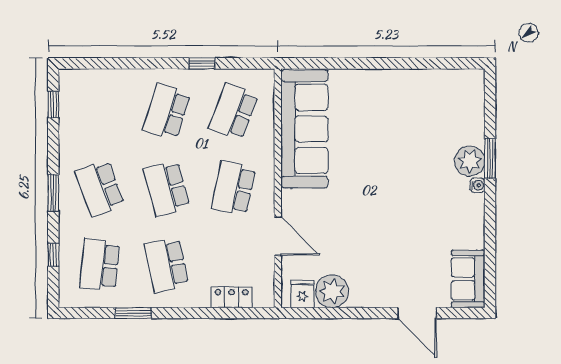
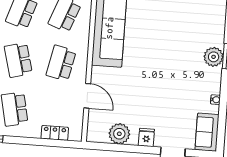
water cooler: (477, 185) -> (215, 100), moved
fridge: (302, 294) -> (146, 137), moved

